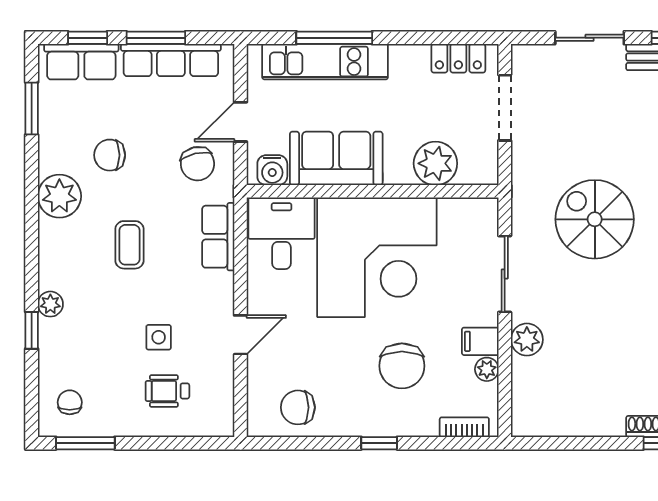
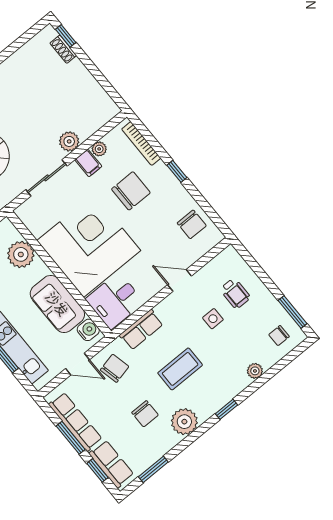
coffee table: (129, 245) -> (180, 369), width x1.36, depth x1.30
plant: (50, 304) -> (255, 371), moved
window: (32, 330) -> (226, 409), moved
bookcase: (464, 427) -> (141, 144), width x1.56

